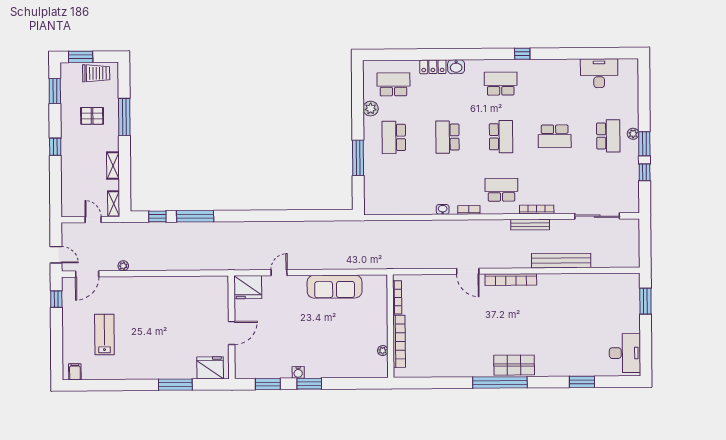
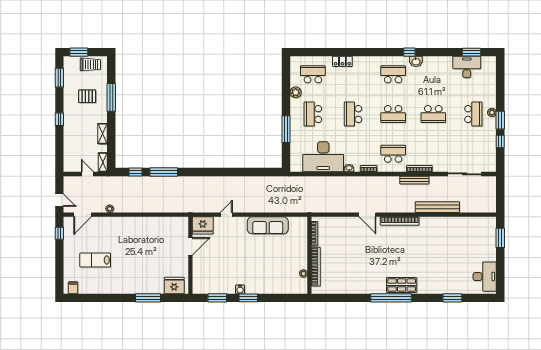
window: (605, 53) -> (472, 52), added
washbasin: (456, 67) -> (416, 61), moved
school desk: (501, 137) -> (393, 114), turned 90
desk: (408, 194) -> (323, 157), added
door: (232, 333) -> (190, 246), moved
lab bench: (104, 335) -> (95, 260), turned -90

